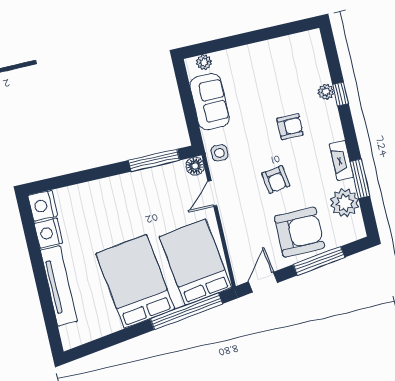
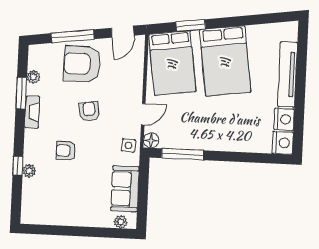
plant: (345, 203) -> (33, 77), width x0.53, depth x0.53
window: (186, 311) -> (191, 25), width x0.47

